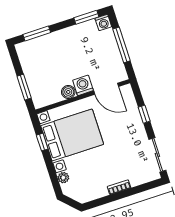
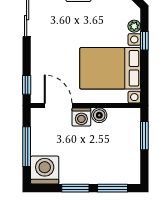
window: (86, 17) -> (75, 188), moved
washing machine: (103, 22) -> (45, 170), width x1.89, depth x1.89
window: (144, 114) -> (27, 85), moved
window: (42, 142) -> (144, 41), moved

